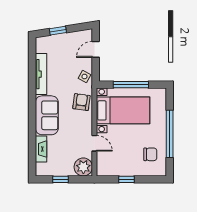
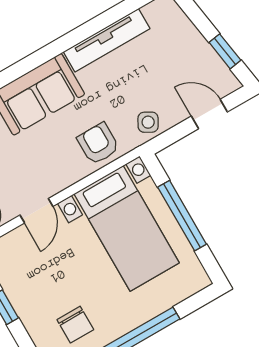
window: (58, 31) -> (225, 51), moved
armchair: (81, 102) -> (98, 144), turned -98

